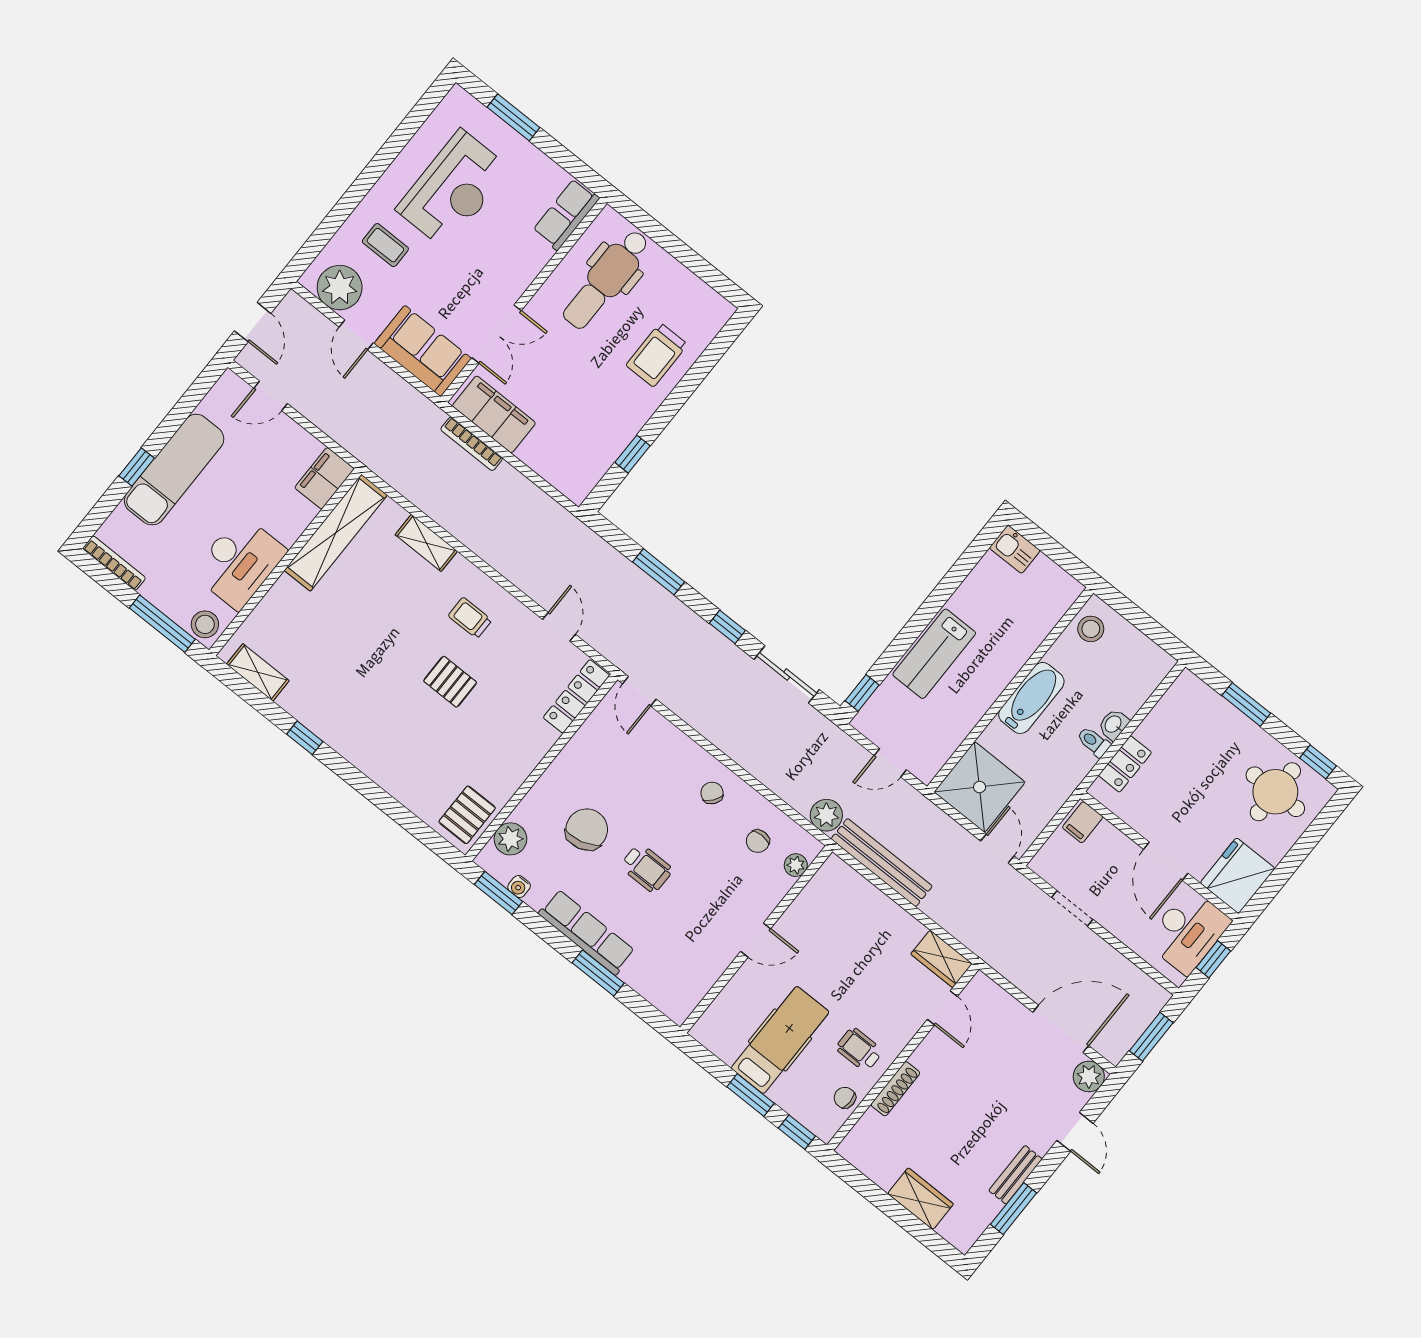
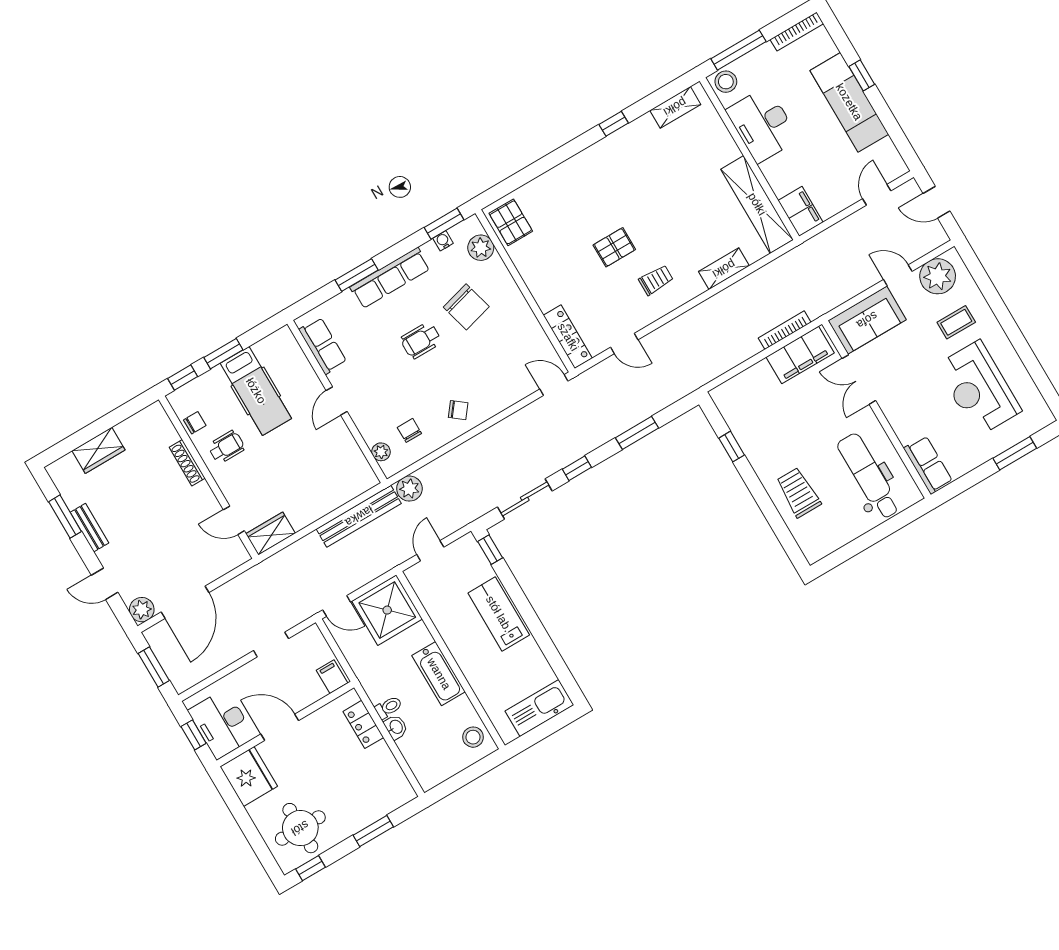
kitchen sink: (1015, 549) -> (539, 708), width x1.88, depth x1.24
row of seats: (697, 981) -> (323, 346), added

